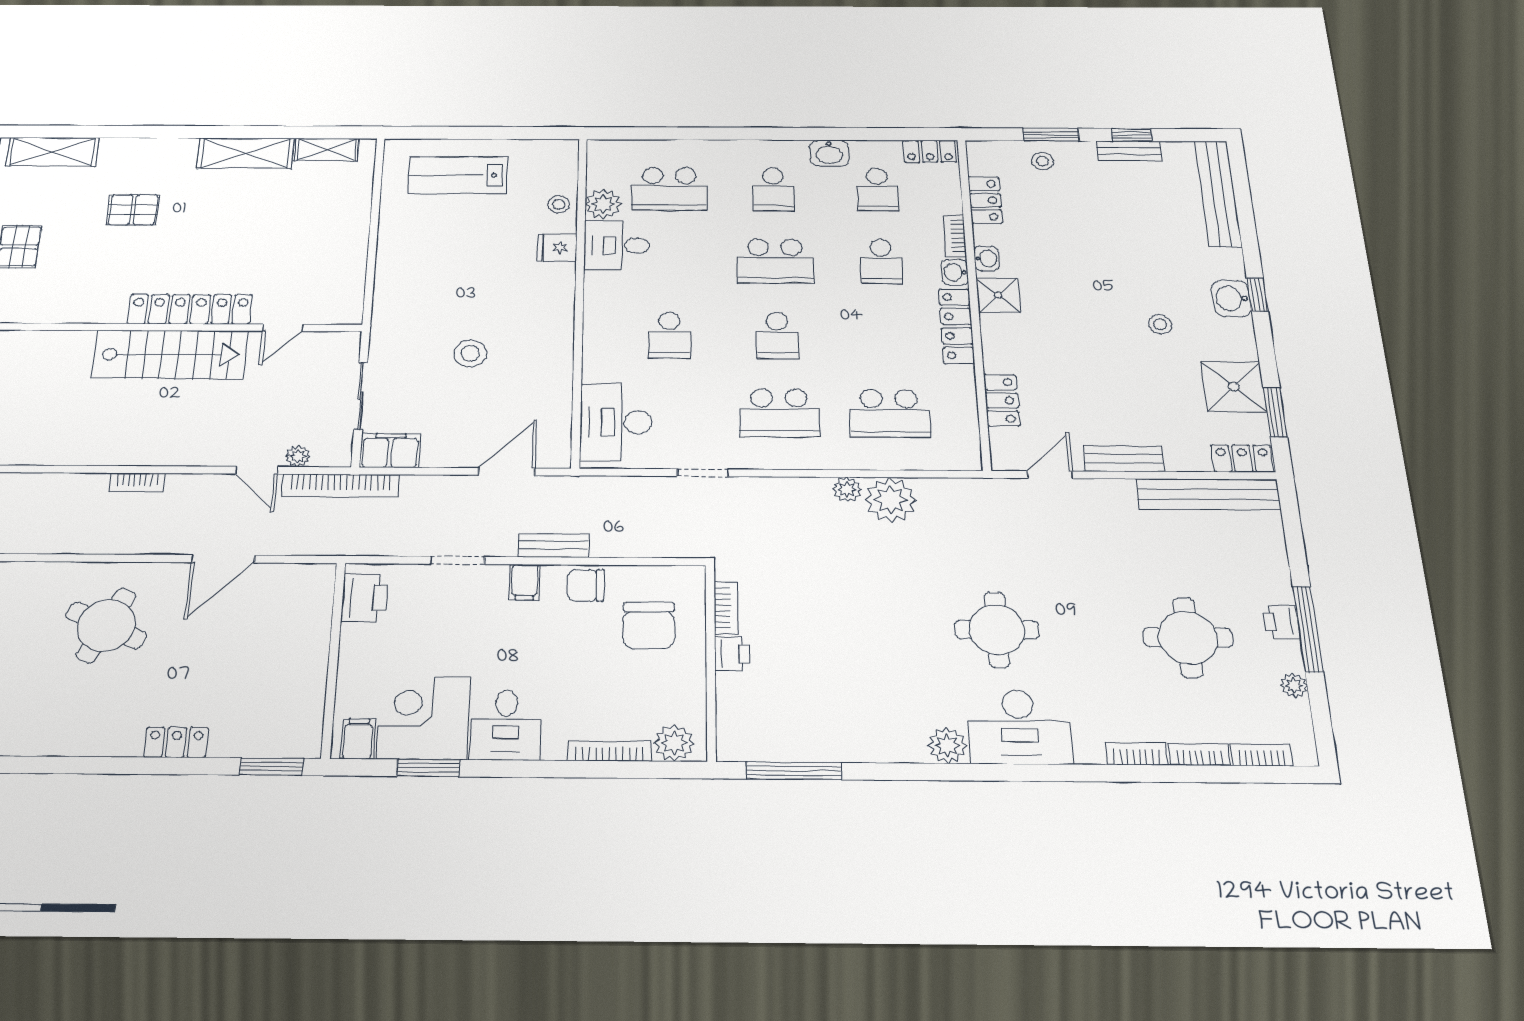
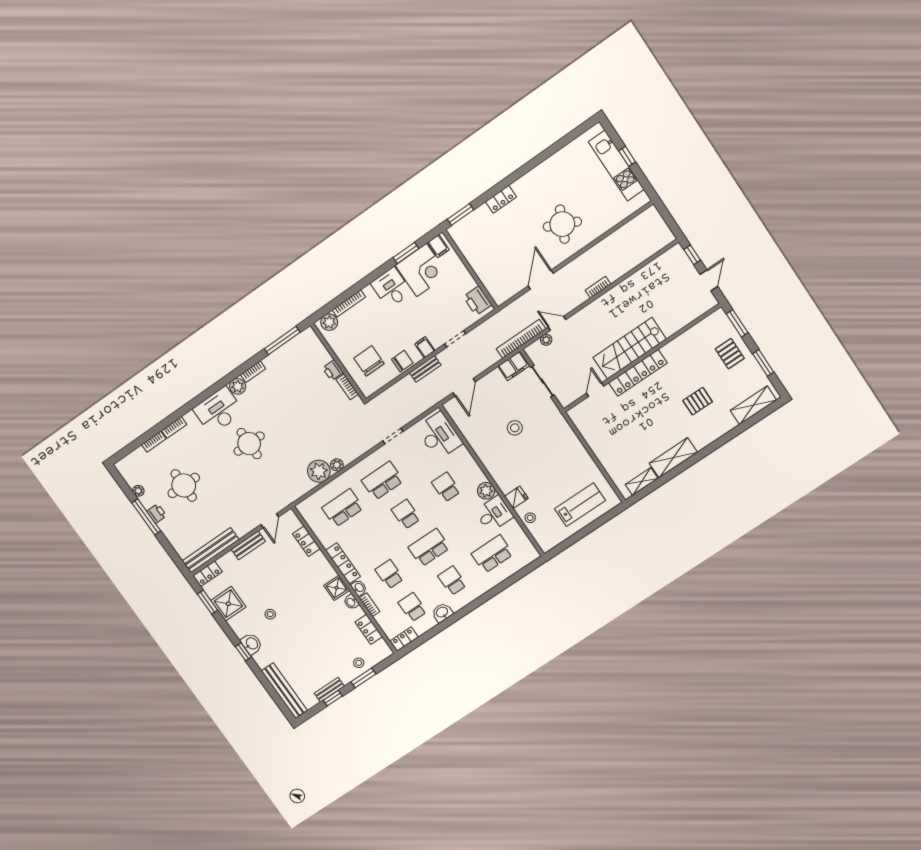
plant: (603, 204) -> (486, 491), moved
bookcase: (1262, 755) -> (253, 372), moved

